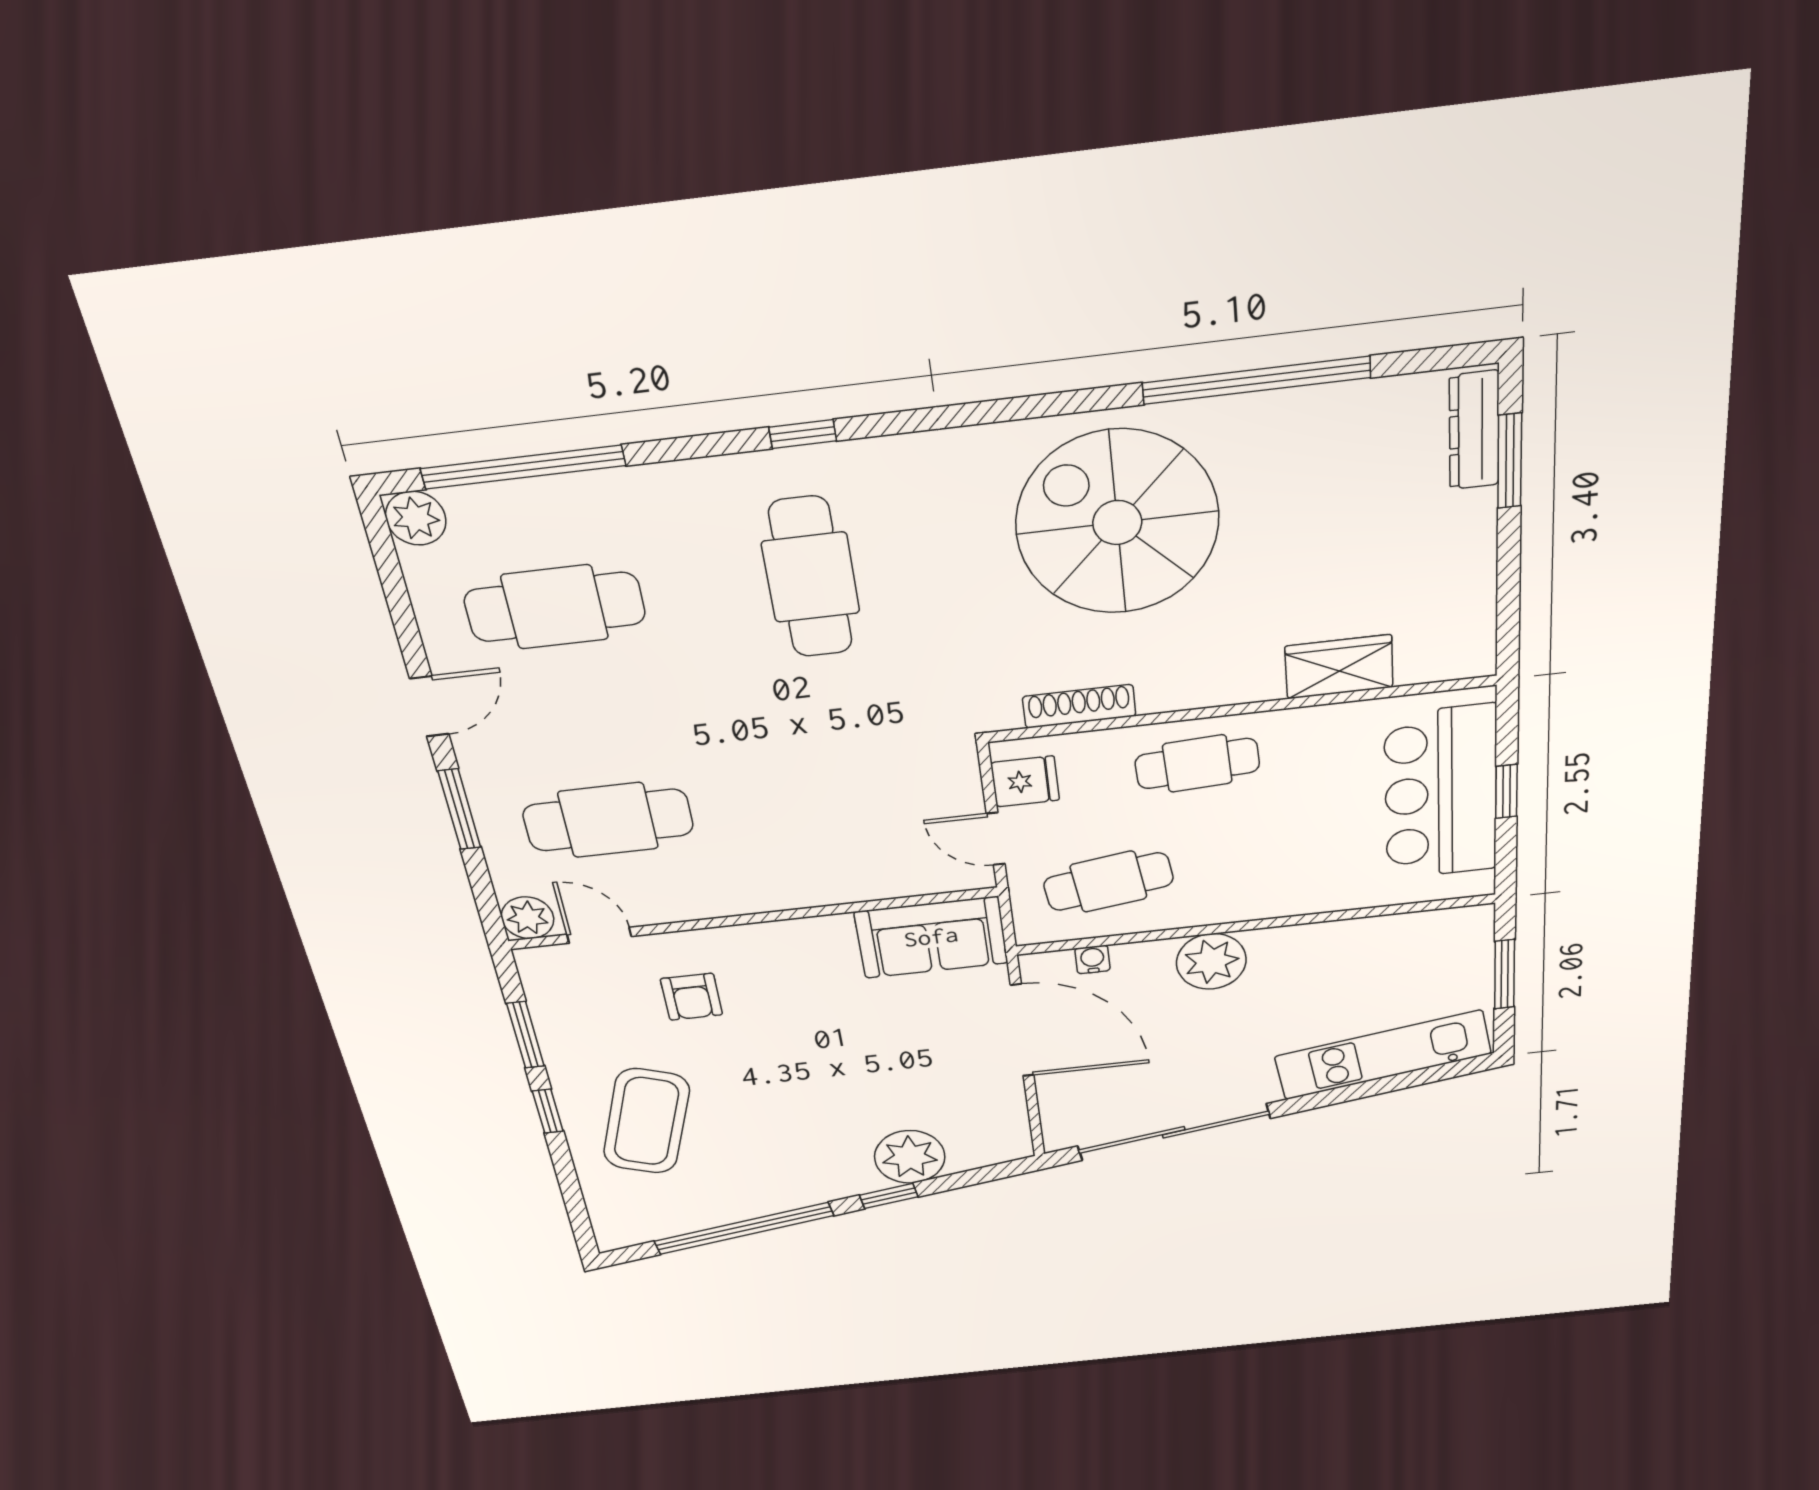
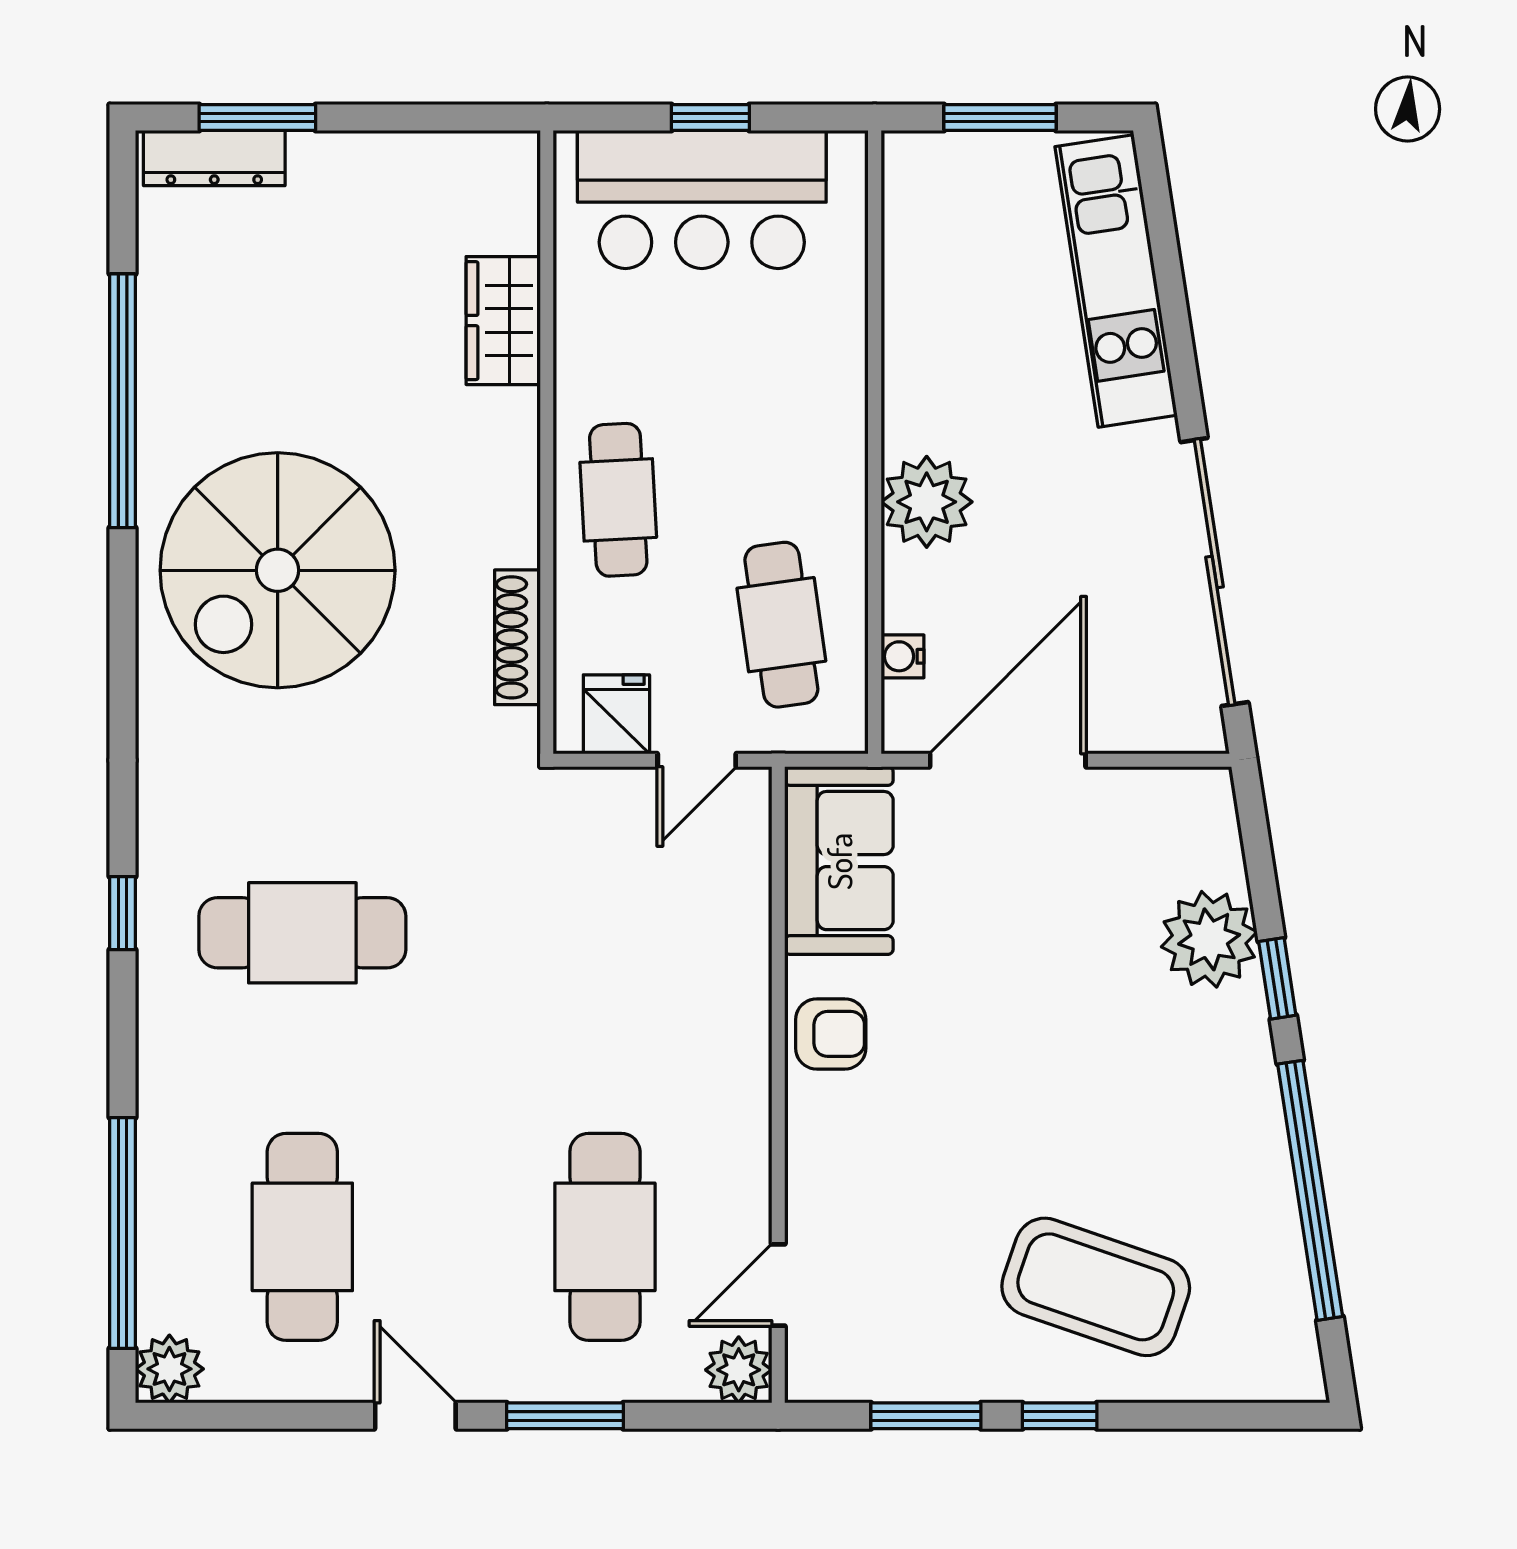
armchair: (691, 997) -> (831, 1034), moved

